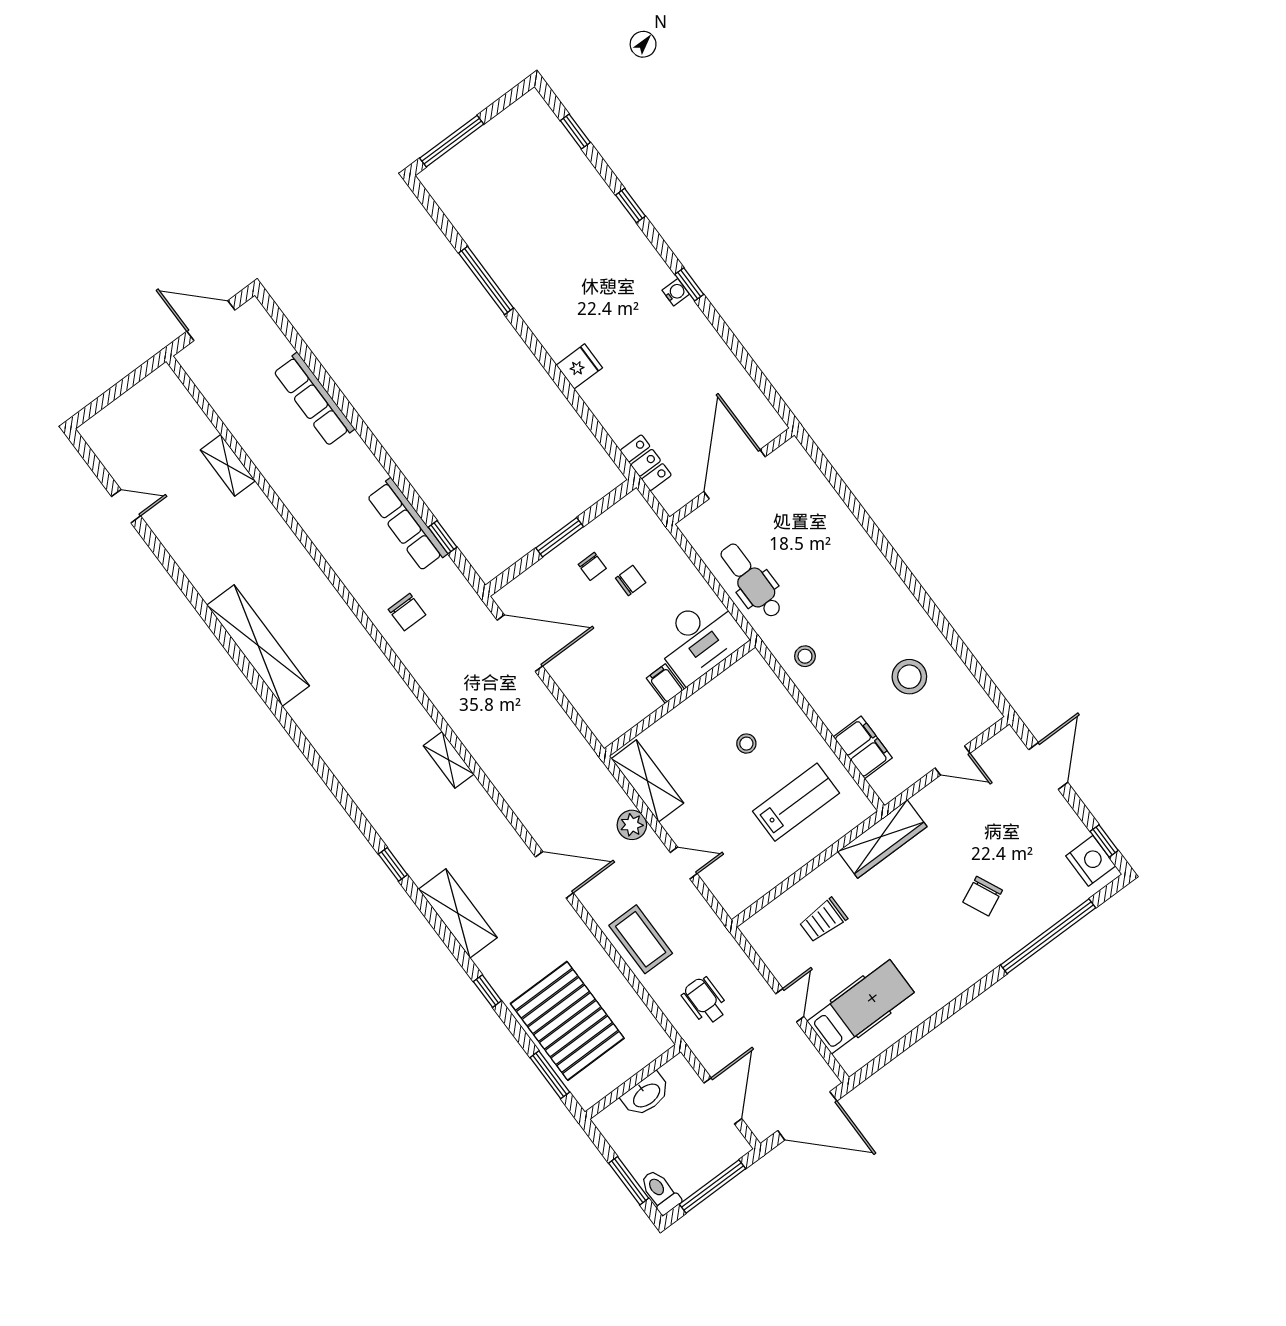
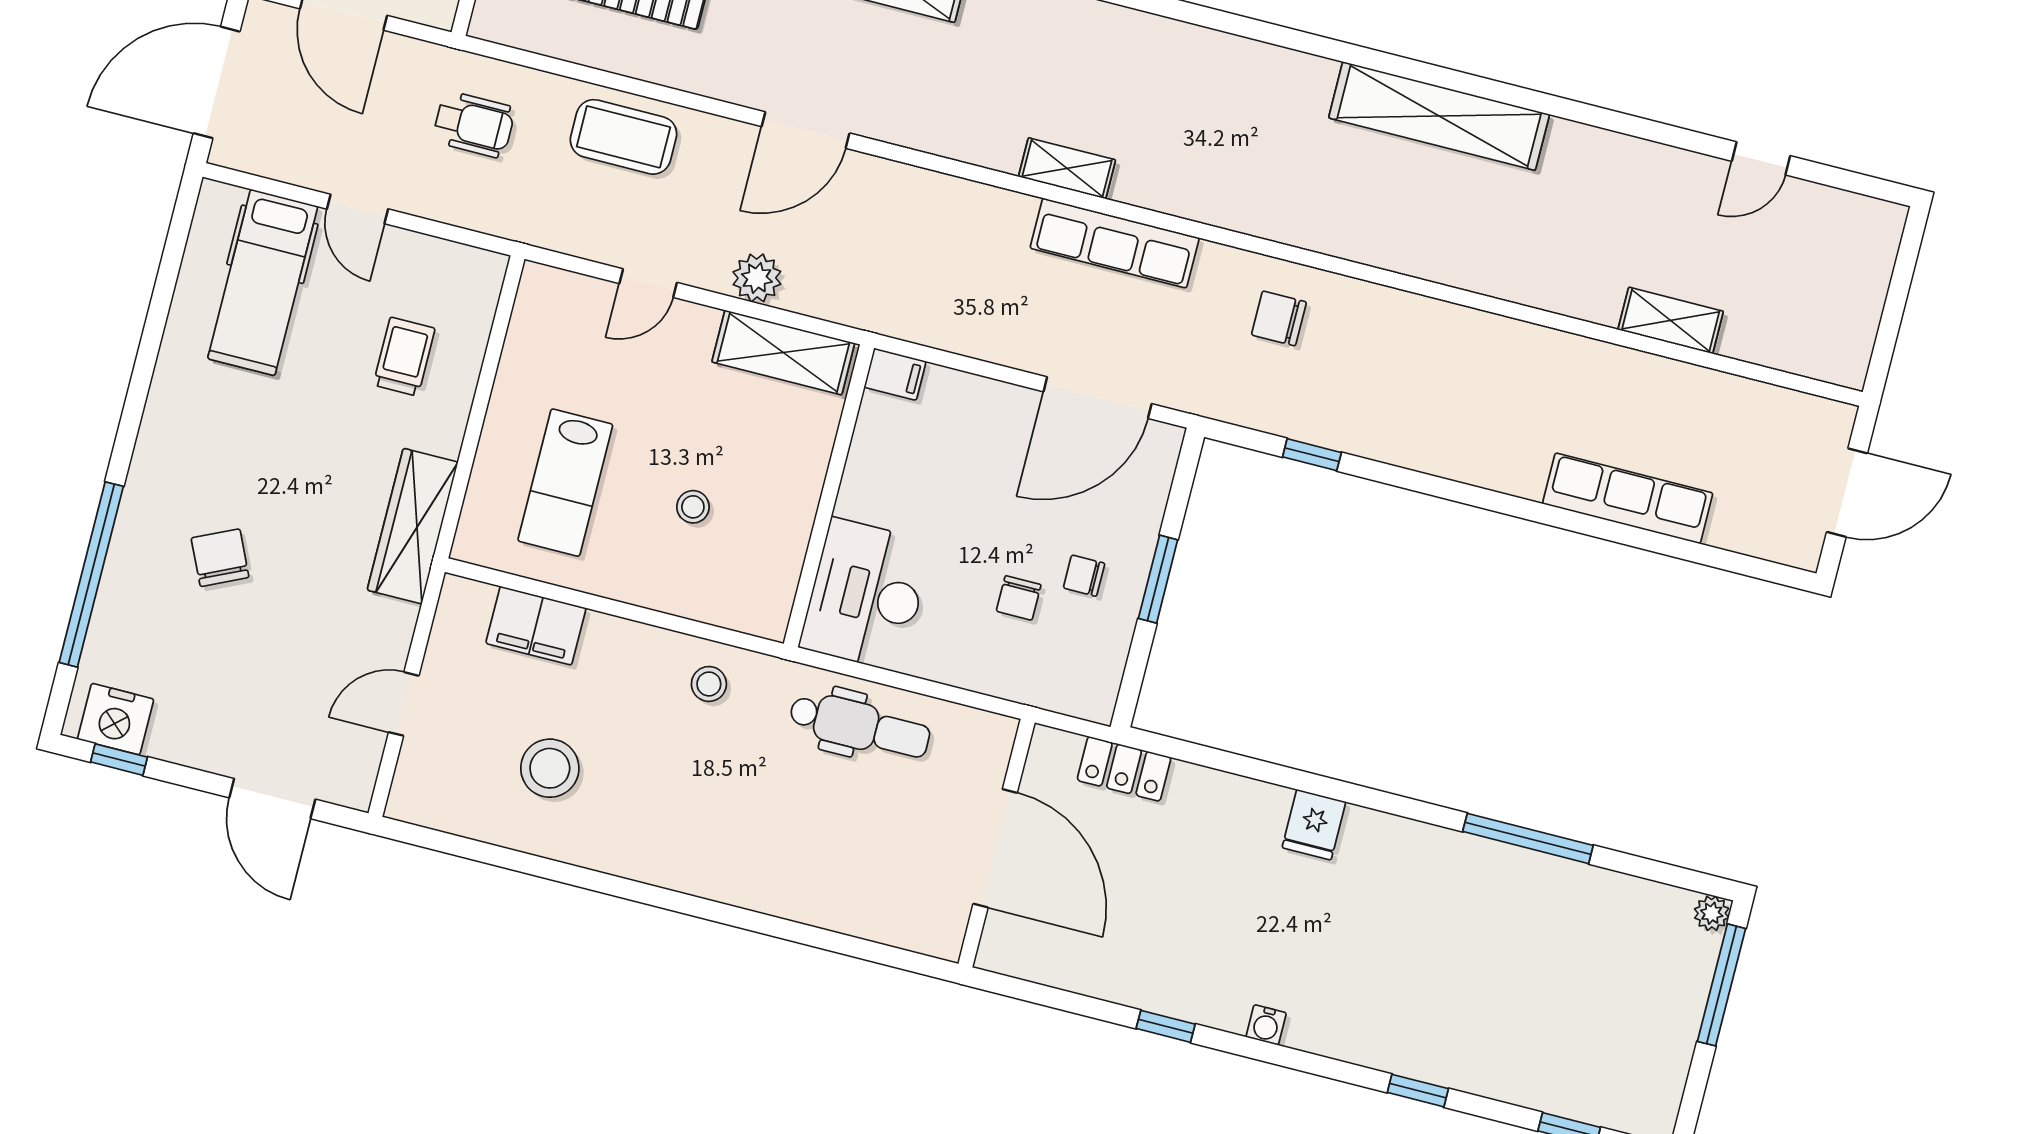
plant: (430, 178) -> (1712, 913), added
window: (689, 284) -> (1166, 1026), moved
row of seats: (407, 525) -> (1115, 243), moved, turned 180
filing cabinet: (665, 684) -> (895, 374), moved

